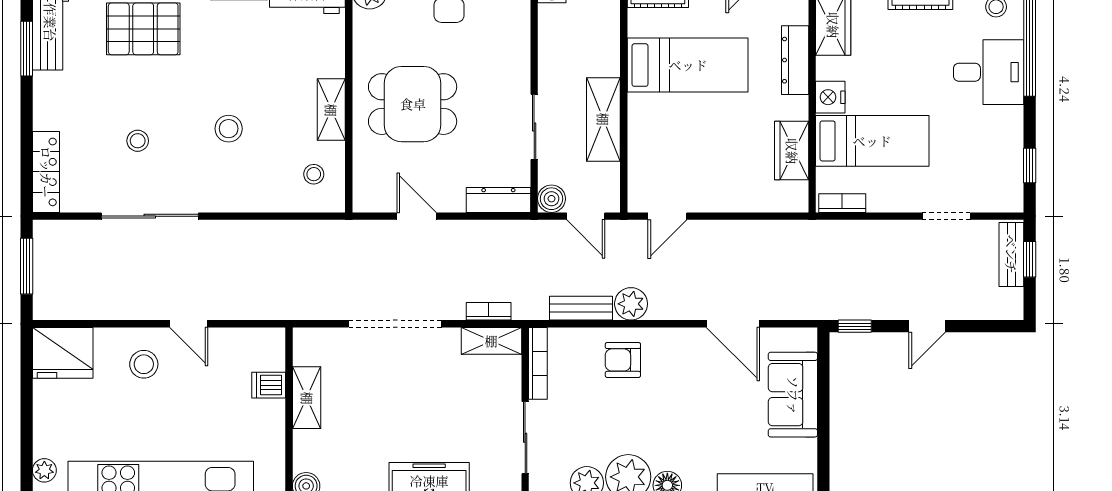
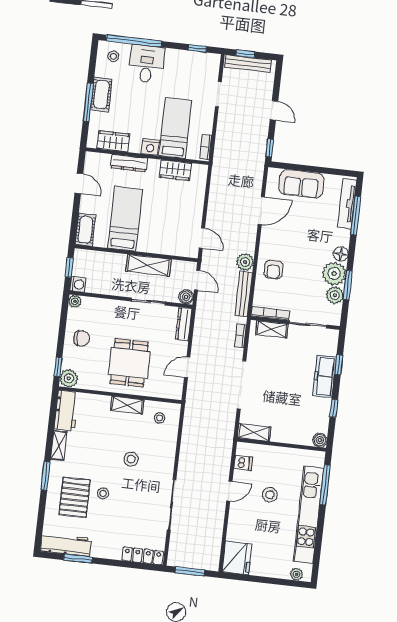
stool: (138, 141) -> (103, 493), moved
door: (586, 216) -> (197, 280), hinge flipped
bench: (1011, 254) -> (248, 64), width x1.36
bench: (581, 308) -> (244, 294), width x1.36
shelving: (491, 341) -> (272, 329), moved, turned 90
stool: (144, 364) -> (270, 495), moved
dishwasher: (269, 385) -> (243, 463), moved, turned -90
shelving: (307, 398) -> (254, 432), moved

